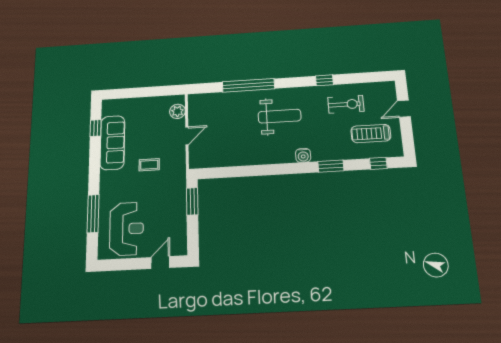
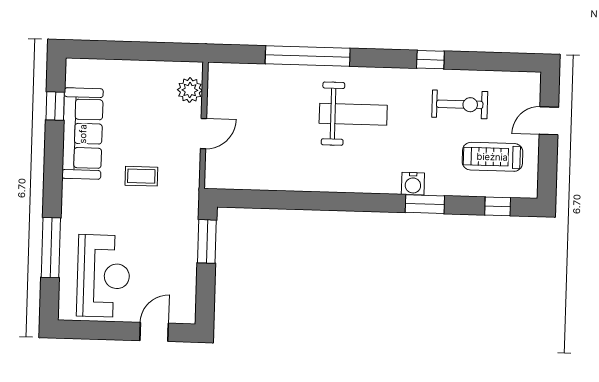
water cooler: (303, 155) -> (413, 184), moved

